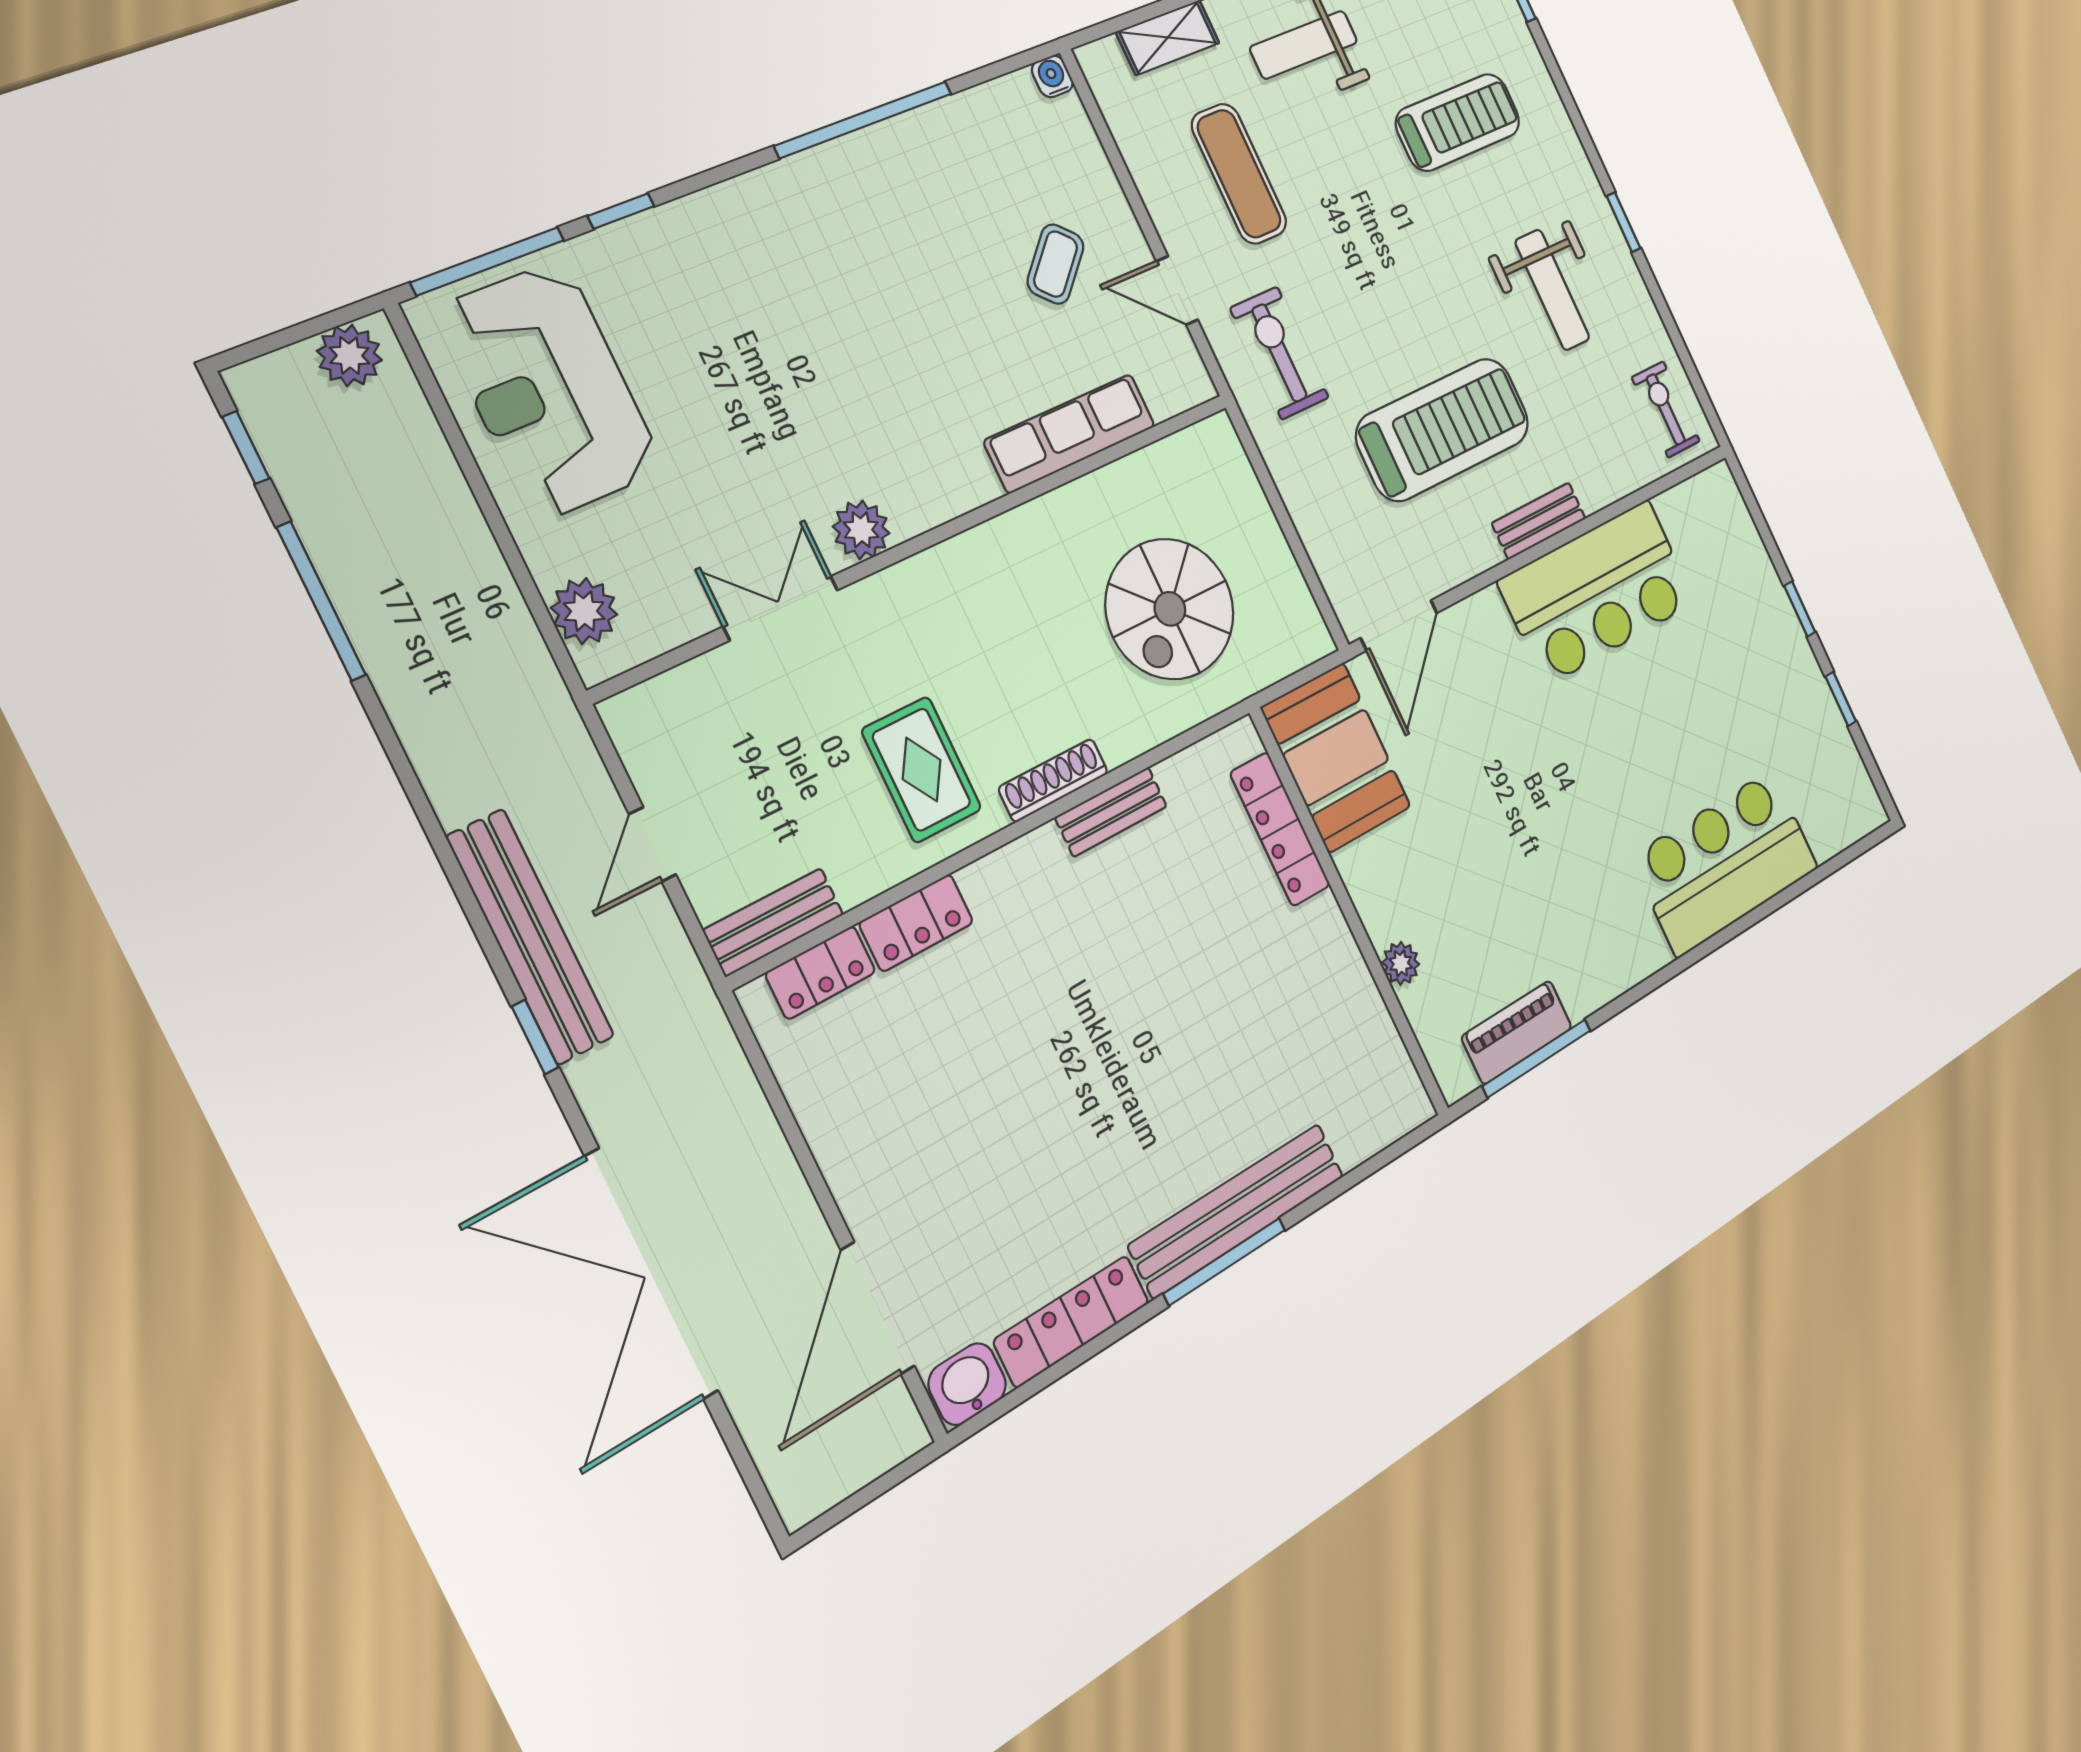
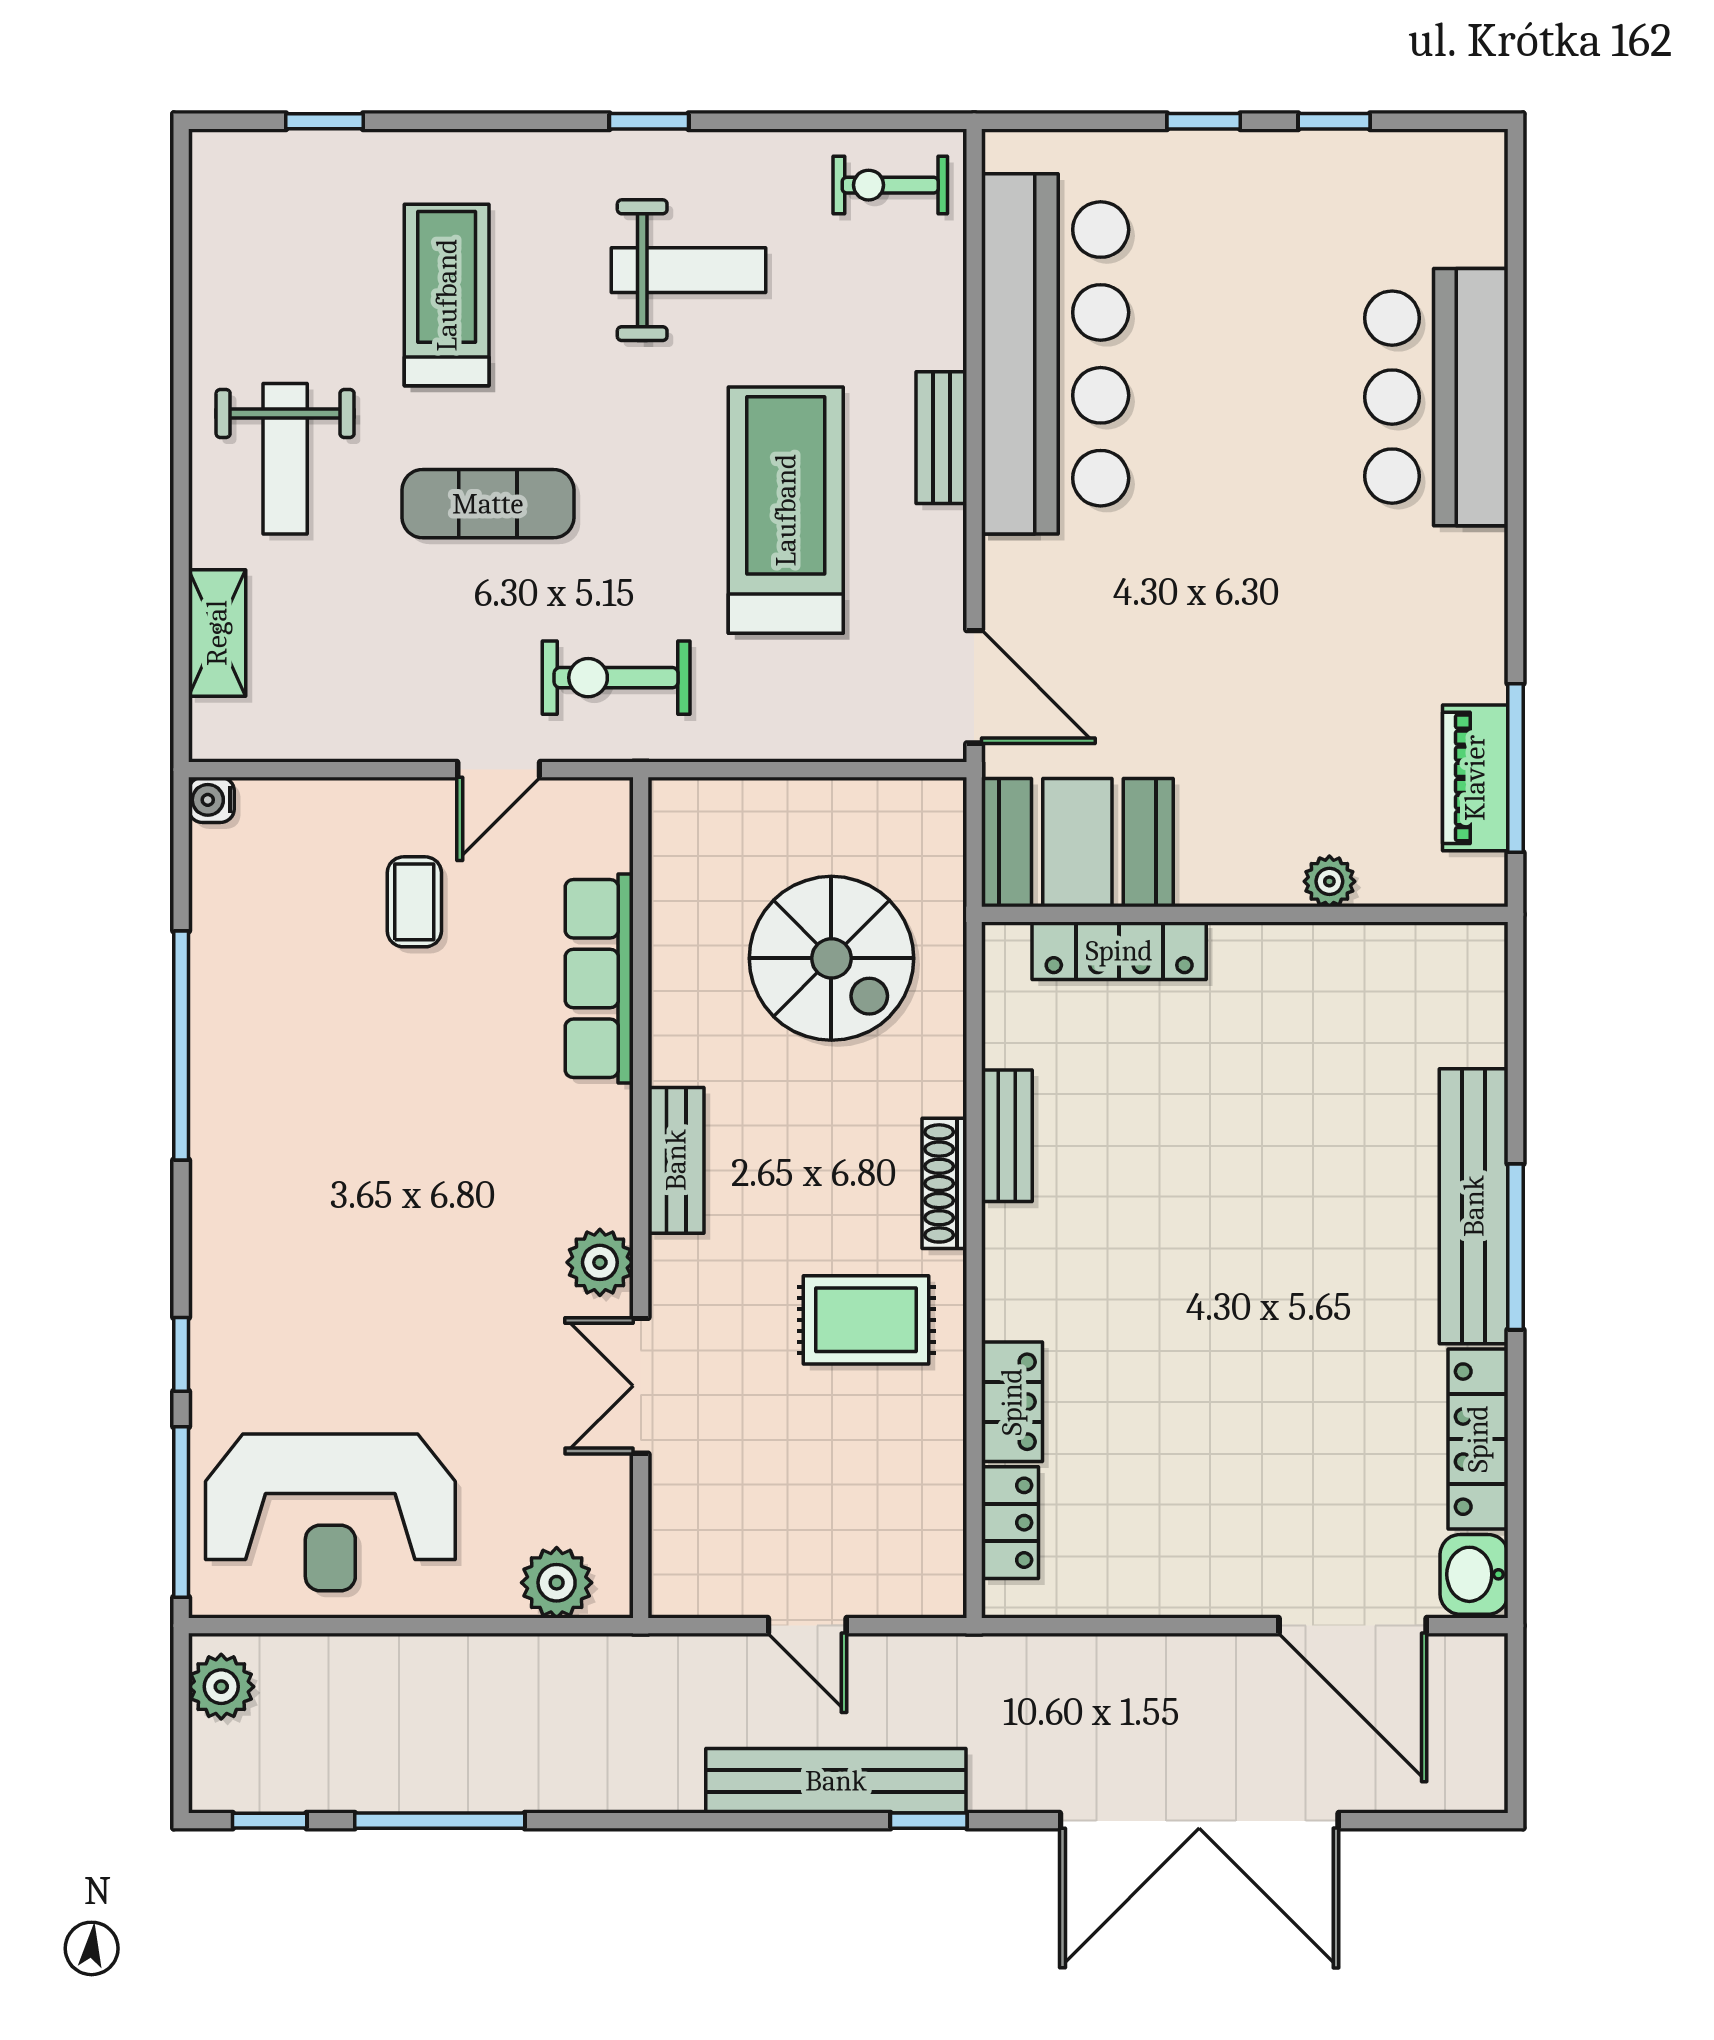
exercise mat: (1239, 174) -> (488, 504), moved
coffee table: (1056, 264) -> (414, 902), turned 45
bar counter: (1597, 592) -> (1055, 354), width x1.36
bench: (773, 922) -> (676, 1160), moved

